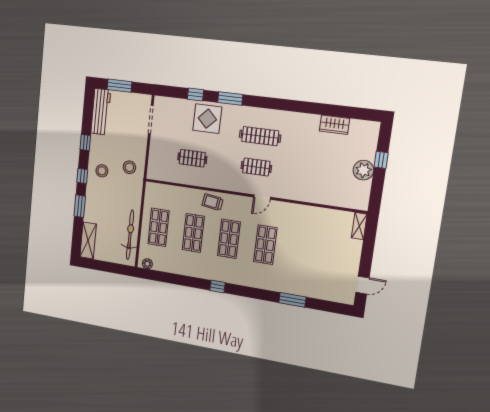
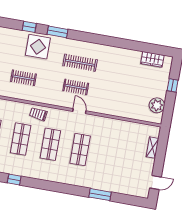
wardrobe: (334, 125) -> (152, 59), moved
plant: (363, 170) -> (157, 105), moved
door: (262, 197) -> (79, 111), swing flipped
shelving: (359, 226) -> (152, 148), moved
window: (217, 286) -> (14, 179), moved

